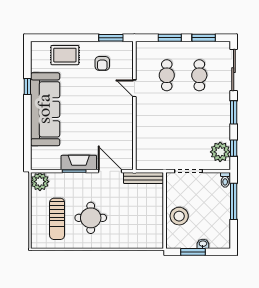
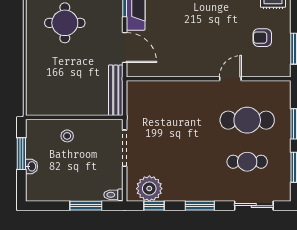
sliding door: (234, 70) -> (254, 206), width x0.73
cafe table: (167, 75) -> (247, 120), width x1.37, depth x1.35
door: (110, 171) -> (125, 48), hinge flipped
window: (234, 201) -> (86, 206), width x0.69
stool: (179, 216) -> (67, 136), width x0.53, depth x0.53

